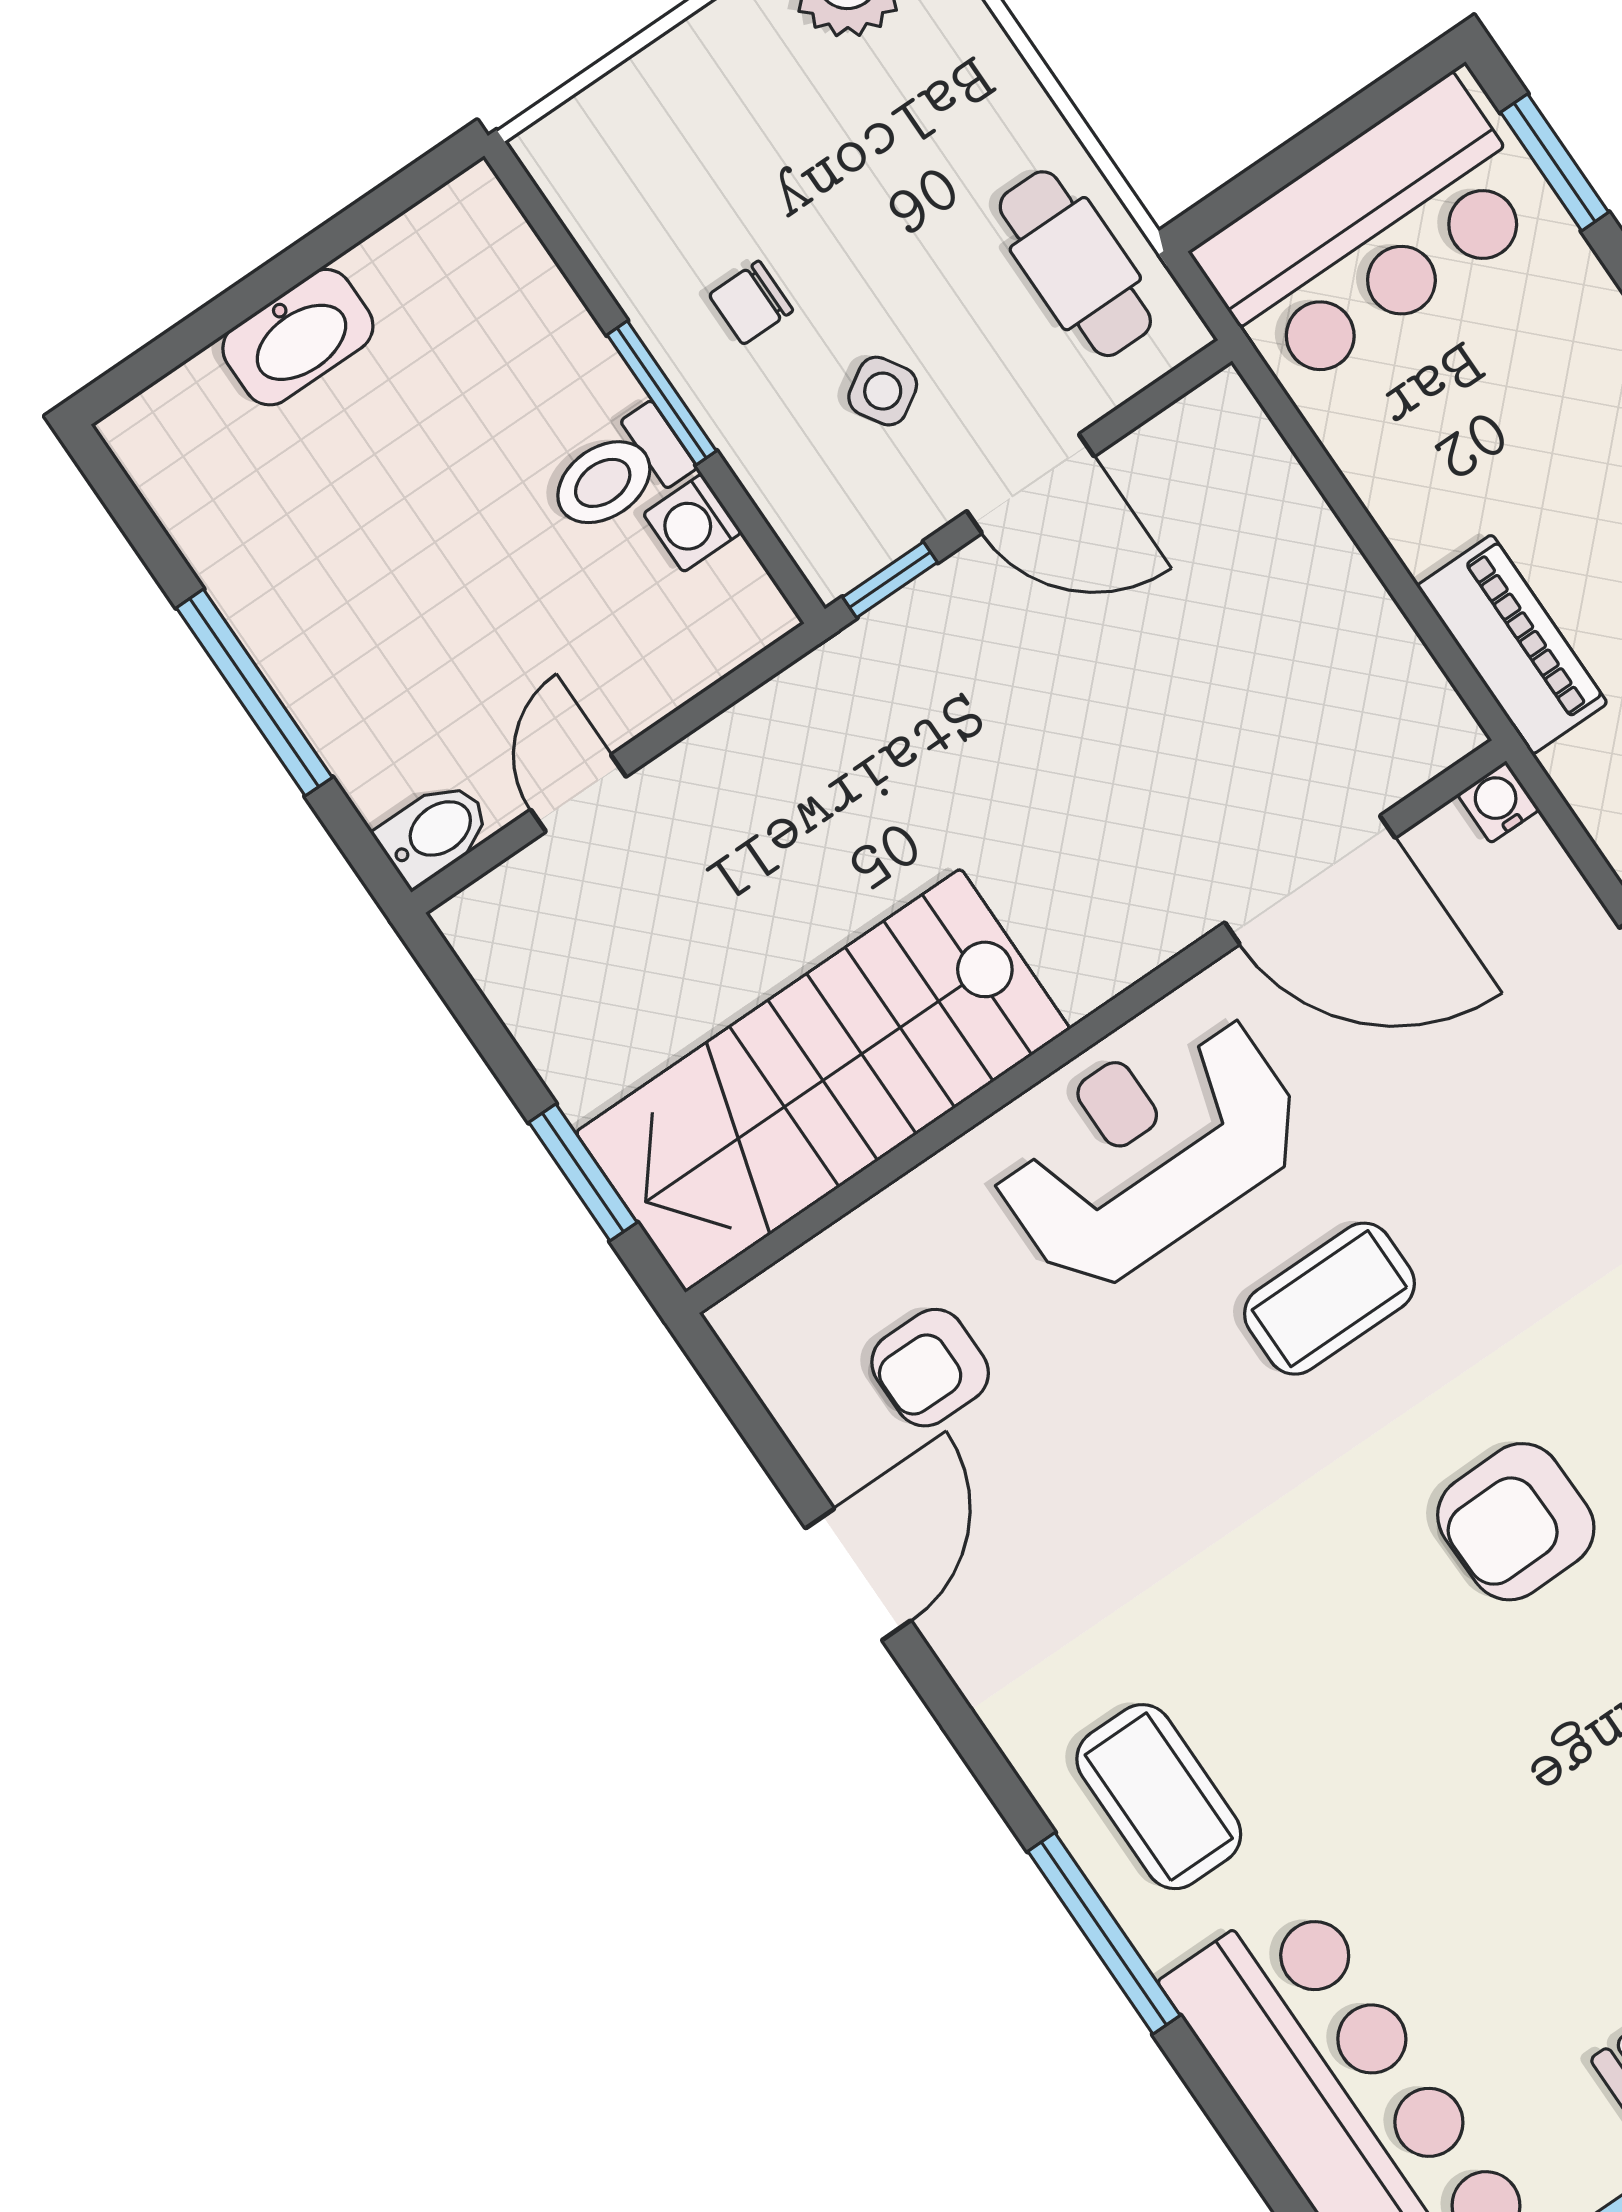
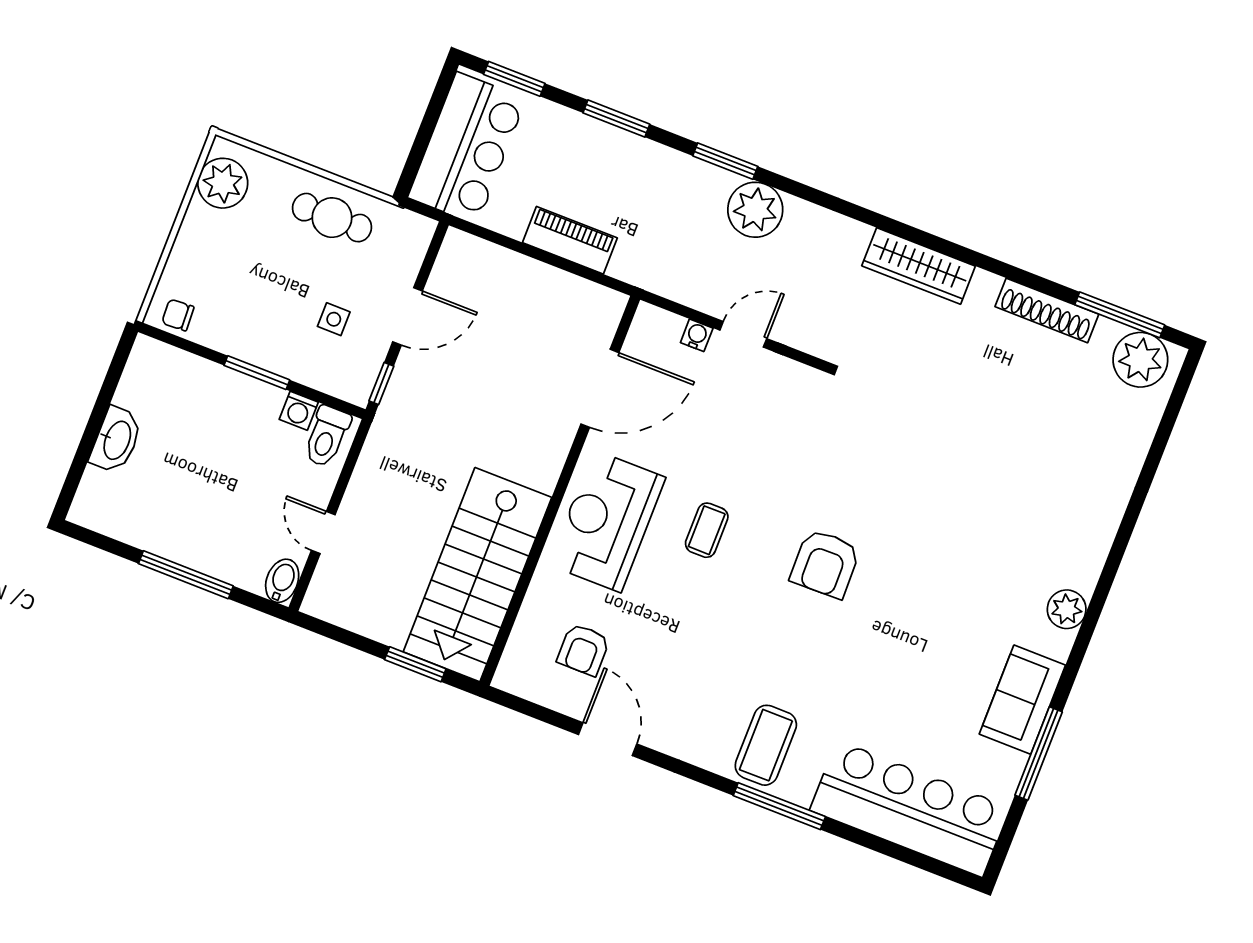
cafe table: (1075, 264) -> (332, 218), moved
chair: (751, 303) -> (178, 315), moved, turned 87
side table: (883, 391) -> (334, 319), turned 32
toilet: (618, 472) -> (327, 436), moved
piano: (1512, 644) -> (570, 240), moved
water cooler: (1498, 802) -> (697, 335), moved, turned 90
coffee table: (1329, 1299) -> (707, 530), width x0.73, depth x0.77
coffee table: (1159, 1797) -> (766, 745), turned 90

